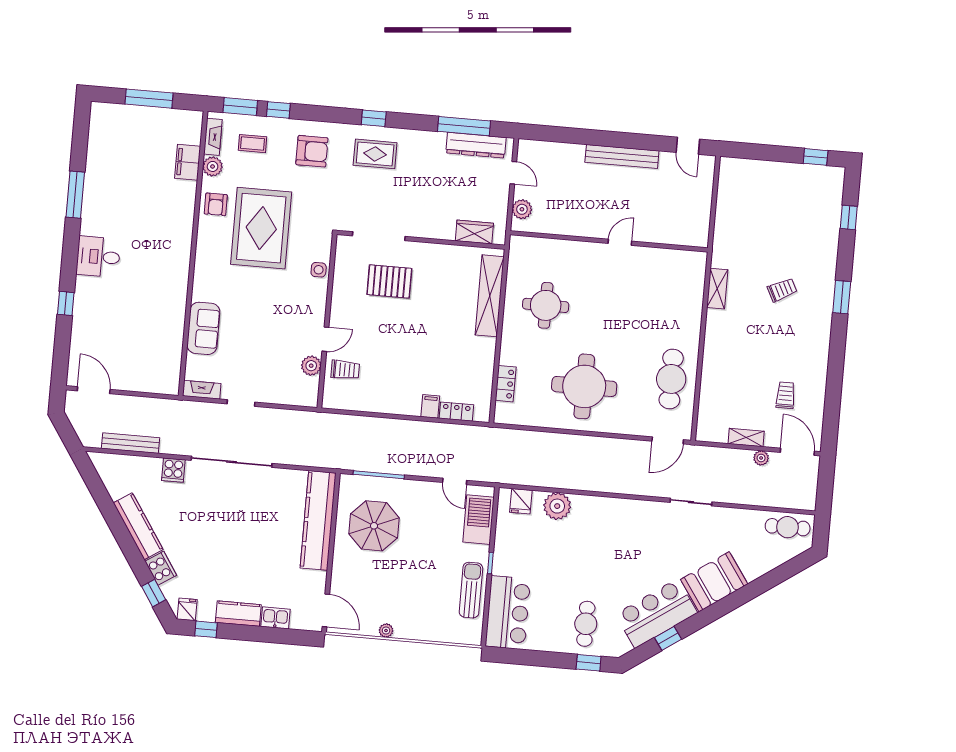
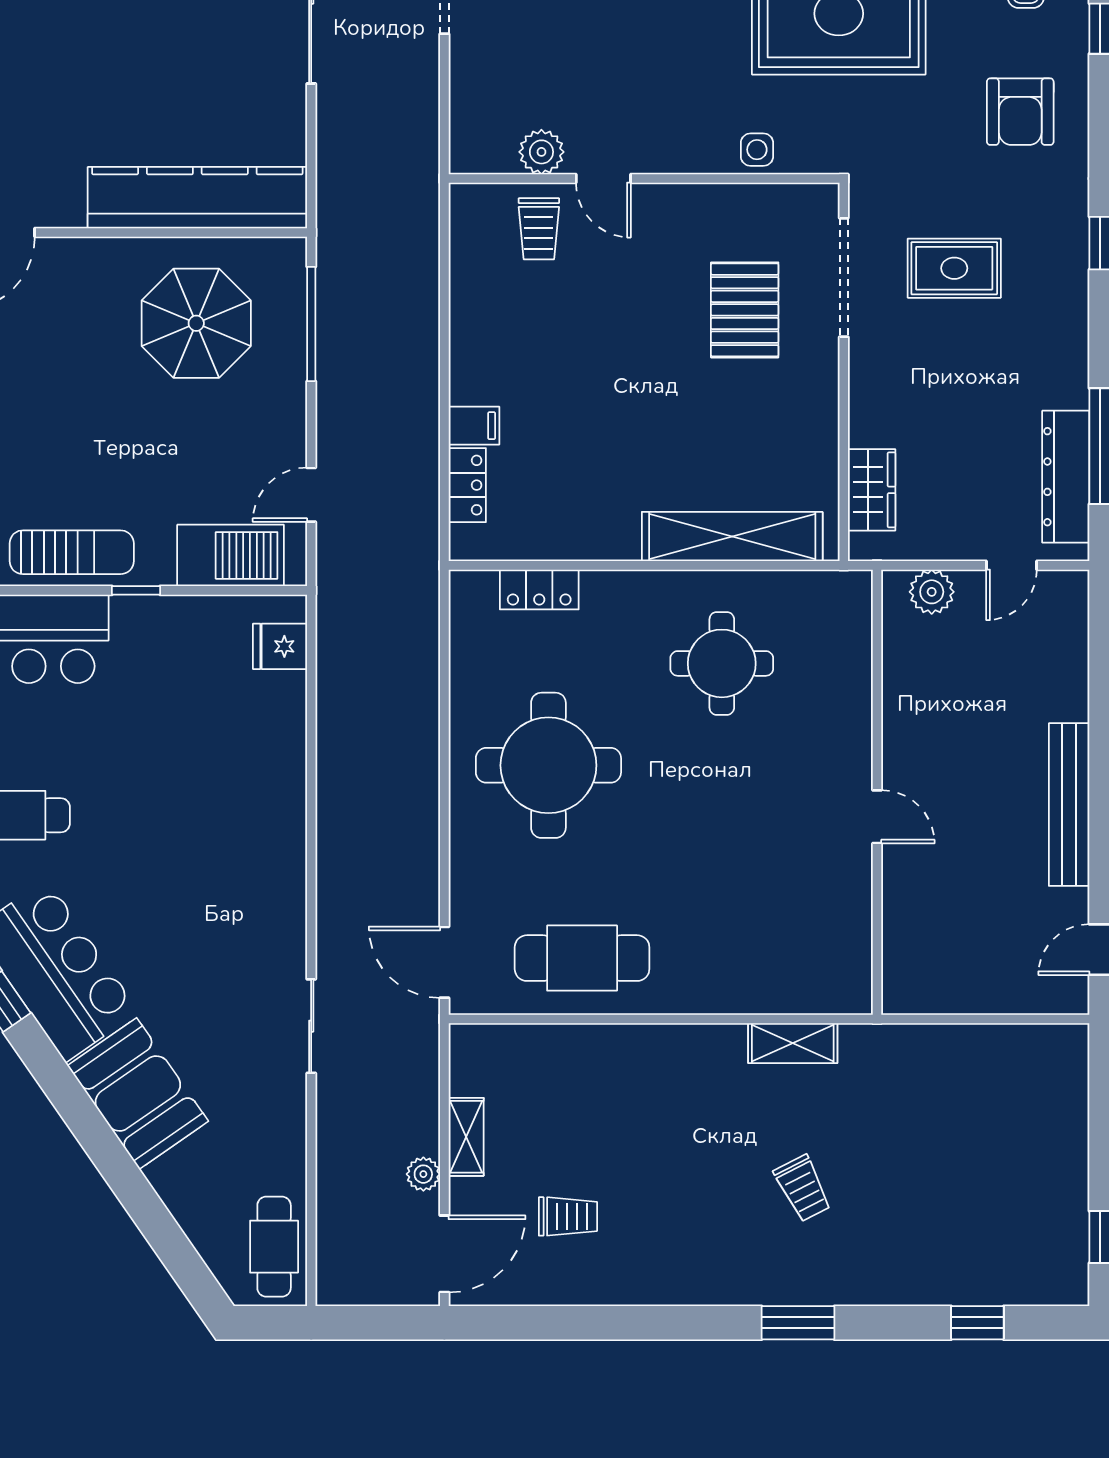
rug: (375, 154) -> (954, 268), moved, turned 90
plant: (557, 506) -> (276, 728), removed

